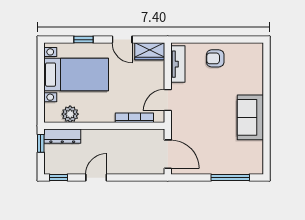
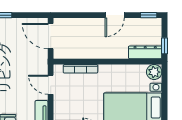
door: (168, 100) -> (51, 85), swing flipped
plant: (70, 114) -> (154, 72), moved

